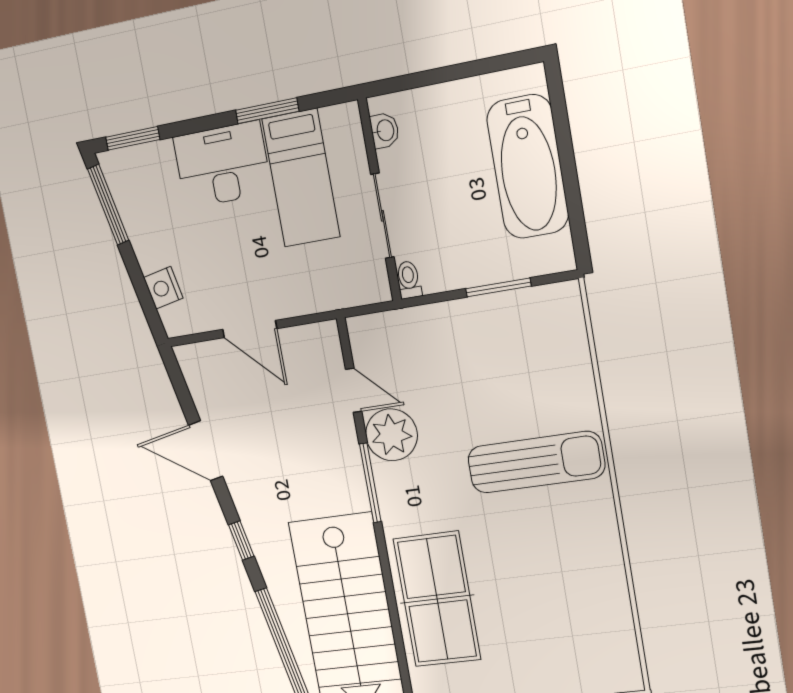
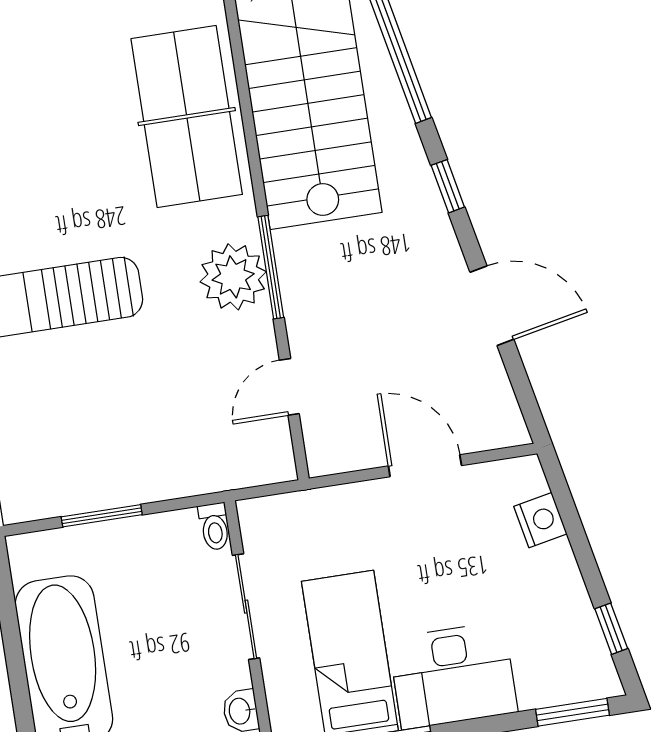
window: (108, 205) -> (611, 629), width x0.46
door: (354, 390) -> (289, 387), hinge flipped
plant: (391, 435) -> (233, 277), moved

